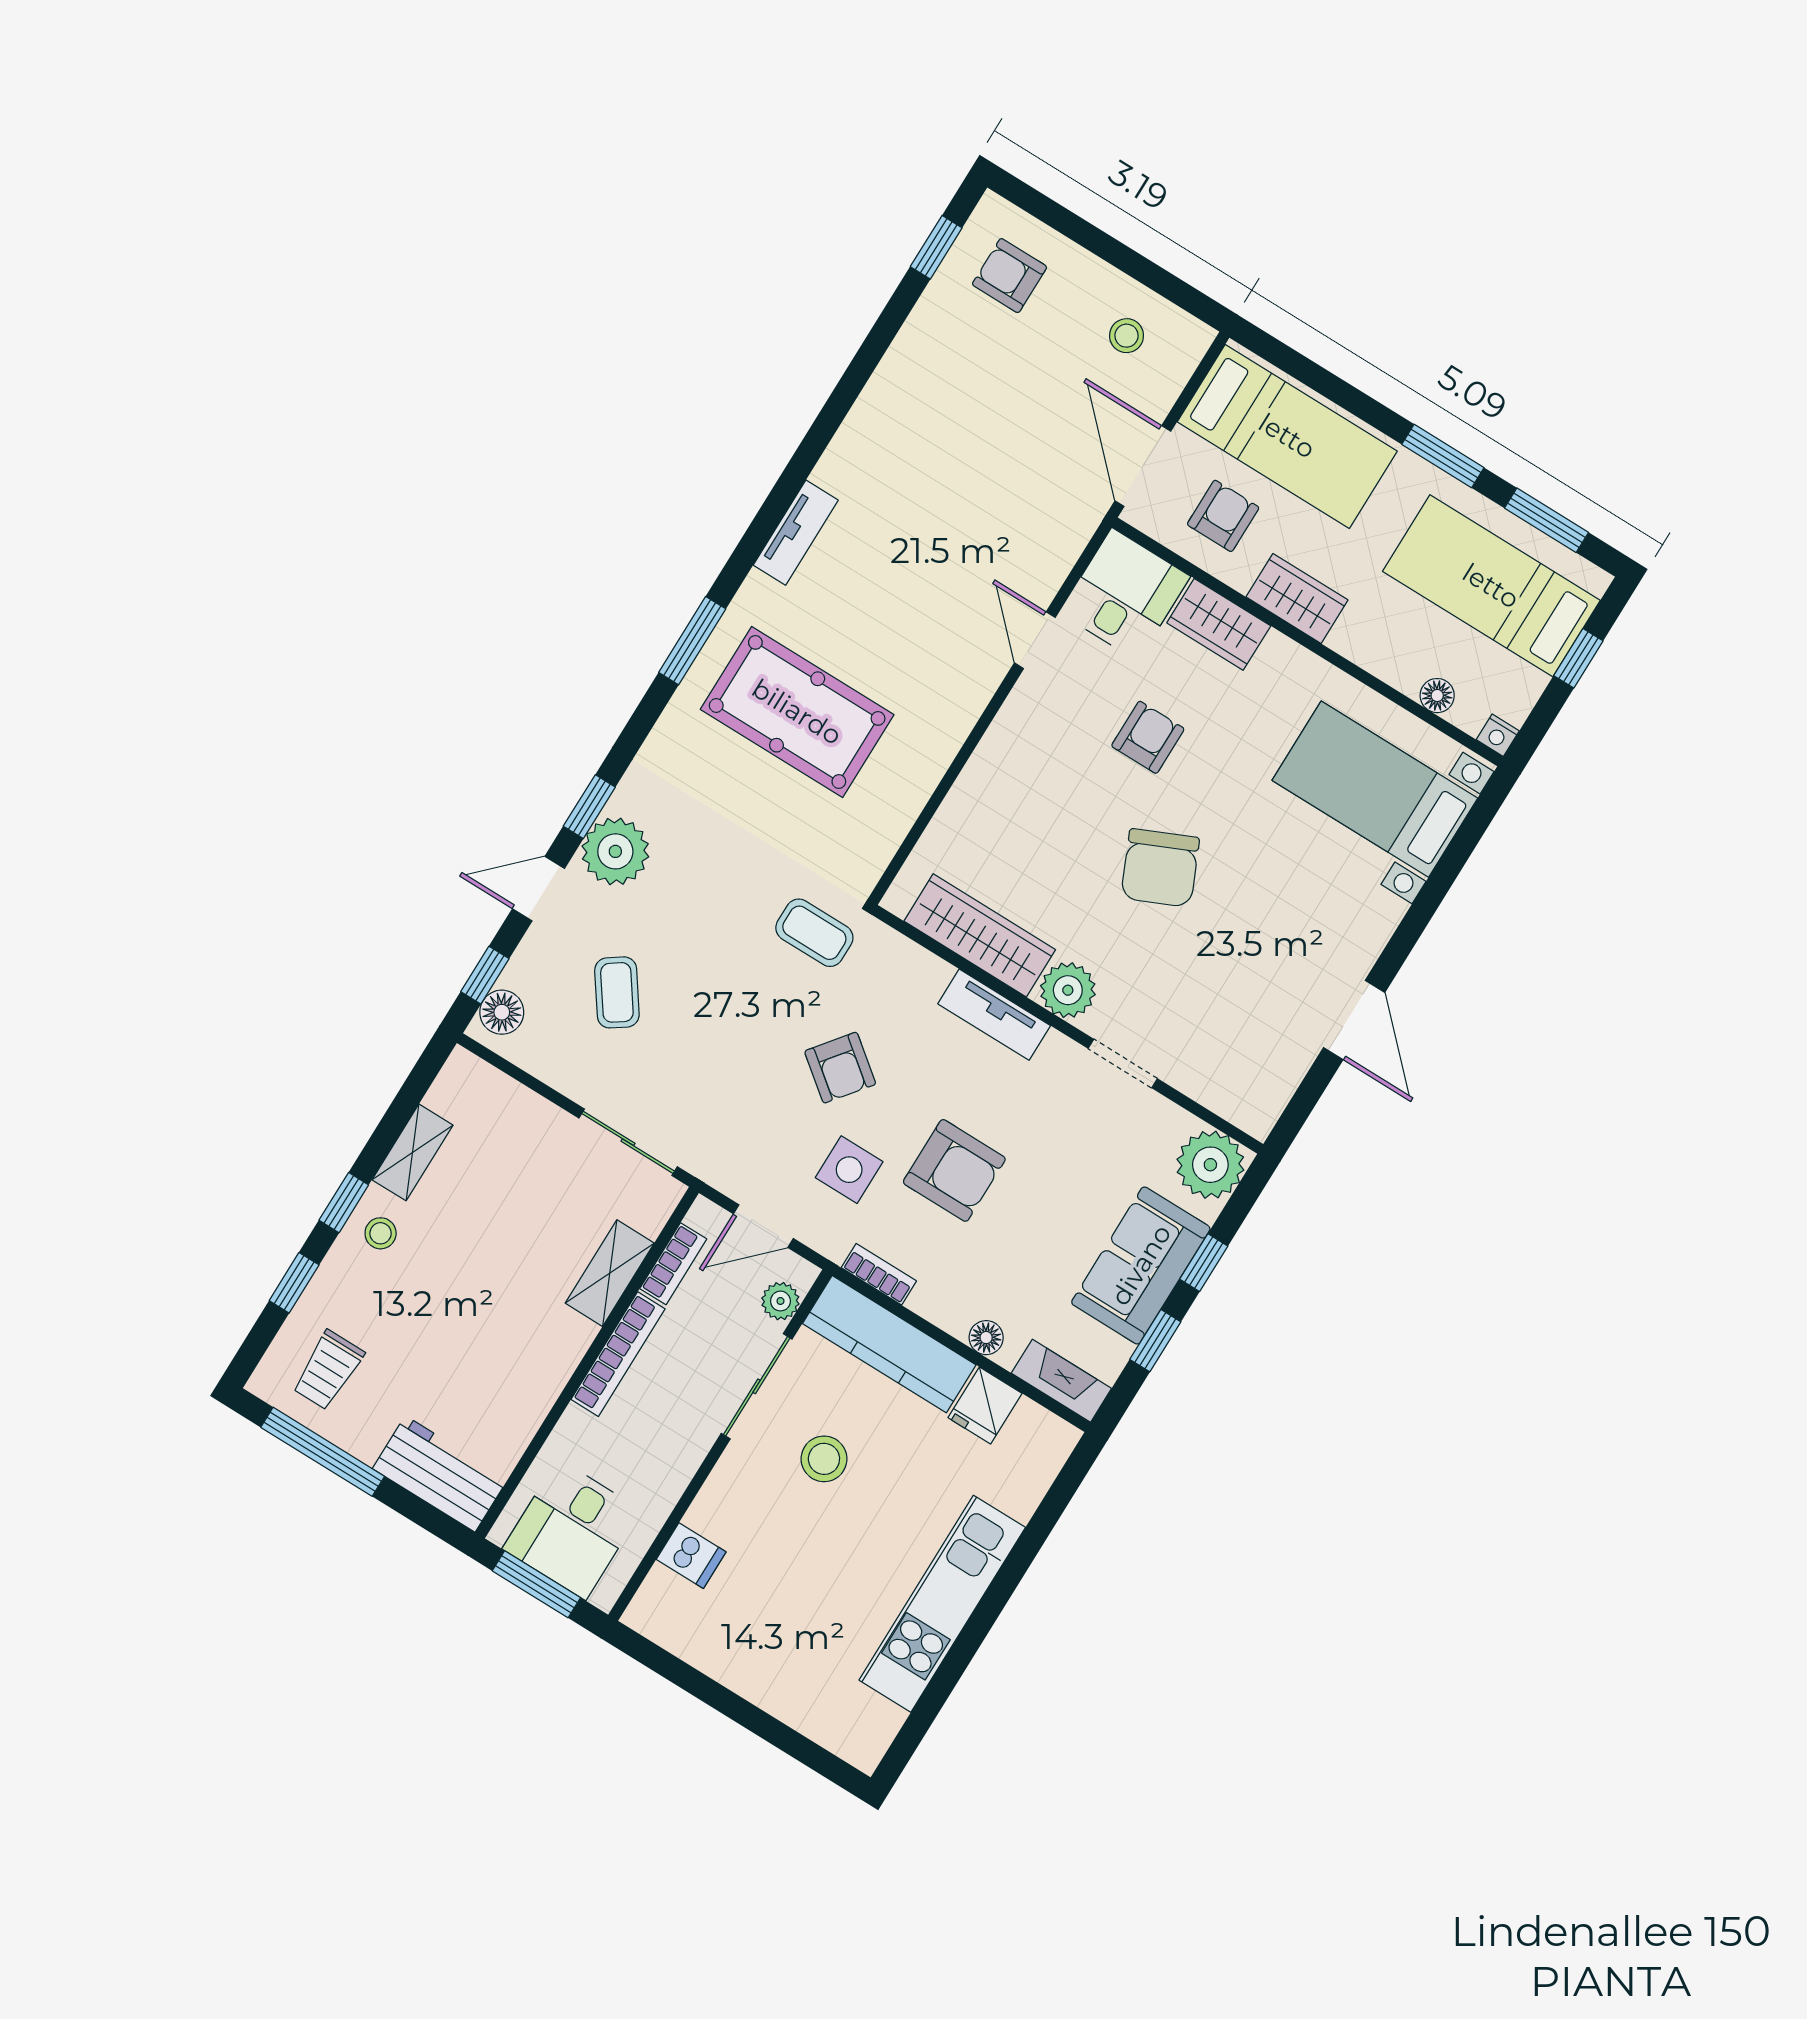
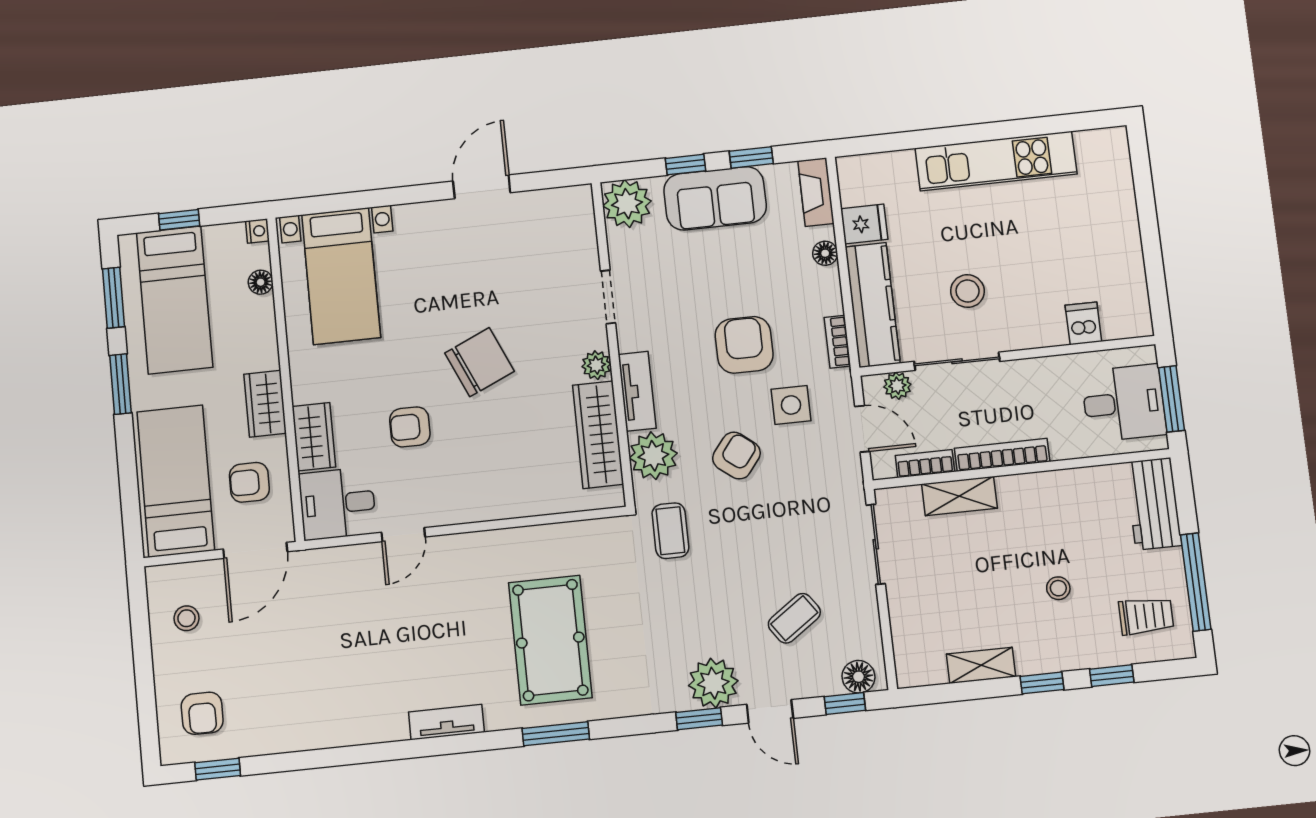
plant: (910, 978) -> (653, 456), added
plant: (1068, 990) -> (596, 365), width x0.73, depth x0.73
stool: (381, 1233) -> (1058, 588), moved

